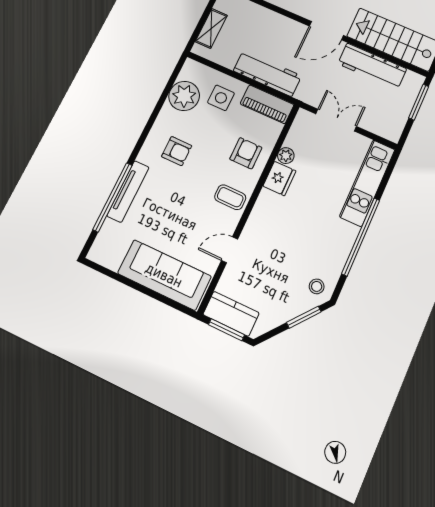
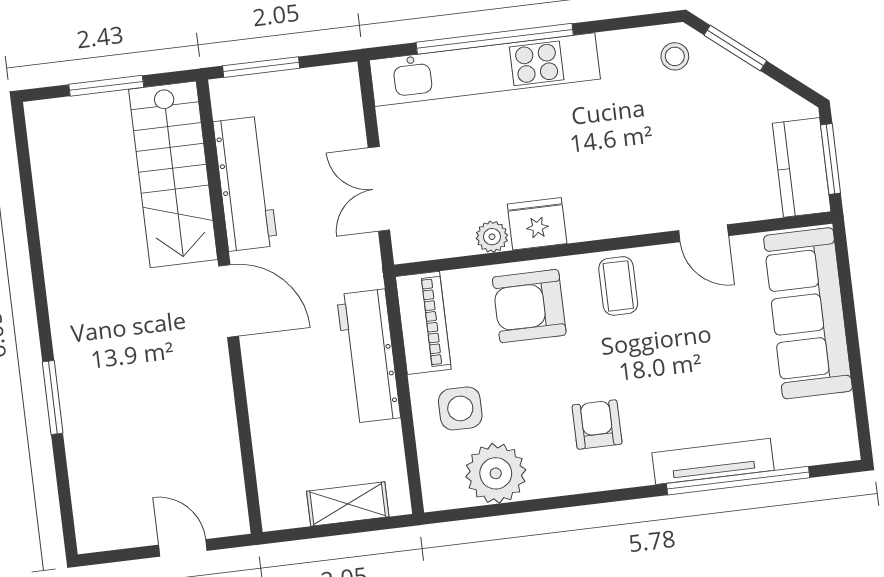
armchair: (246, 153) -> (529, 306), width x1.38, depth x1.38
kitchen unit: (367, 183) -> (485, 70), width x1.36
window: (361, 237) -> (495, 39), moved

